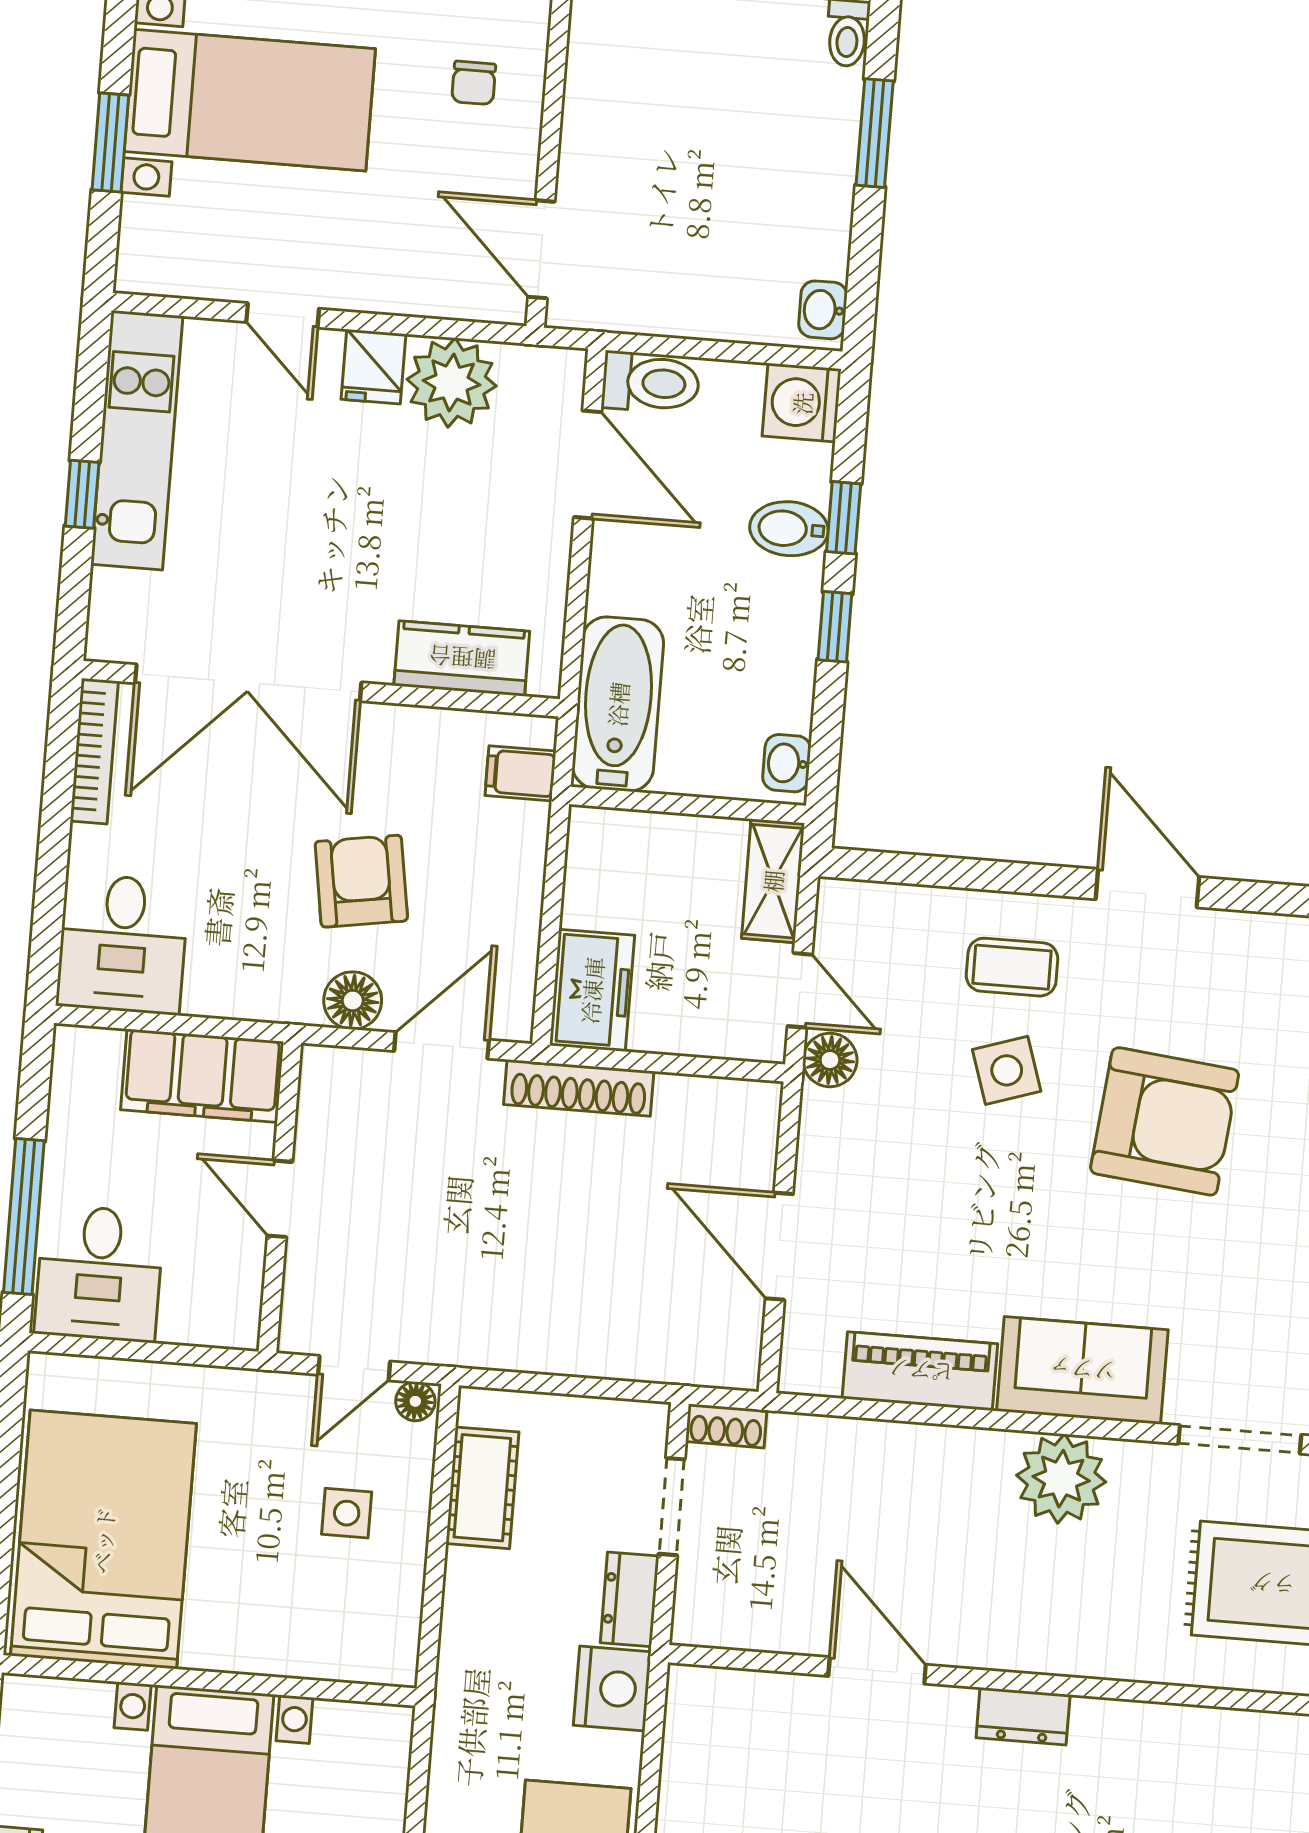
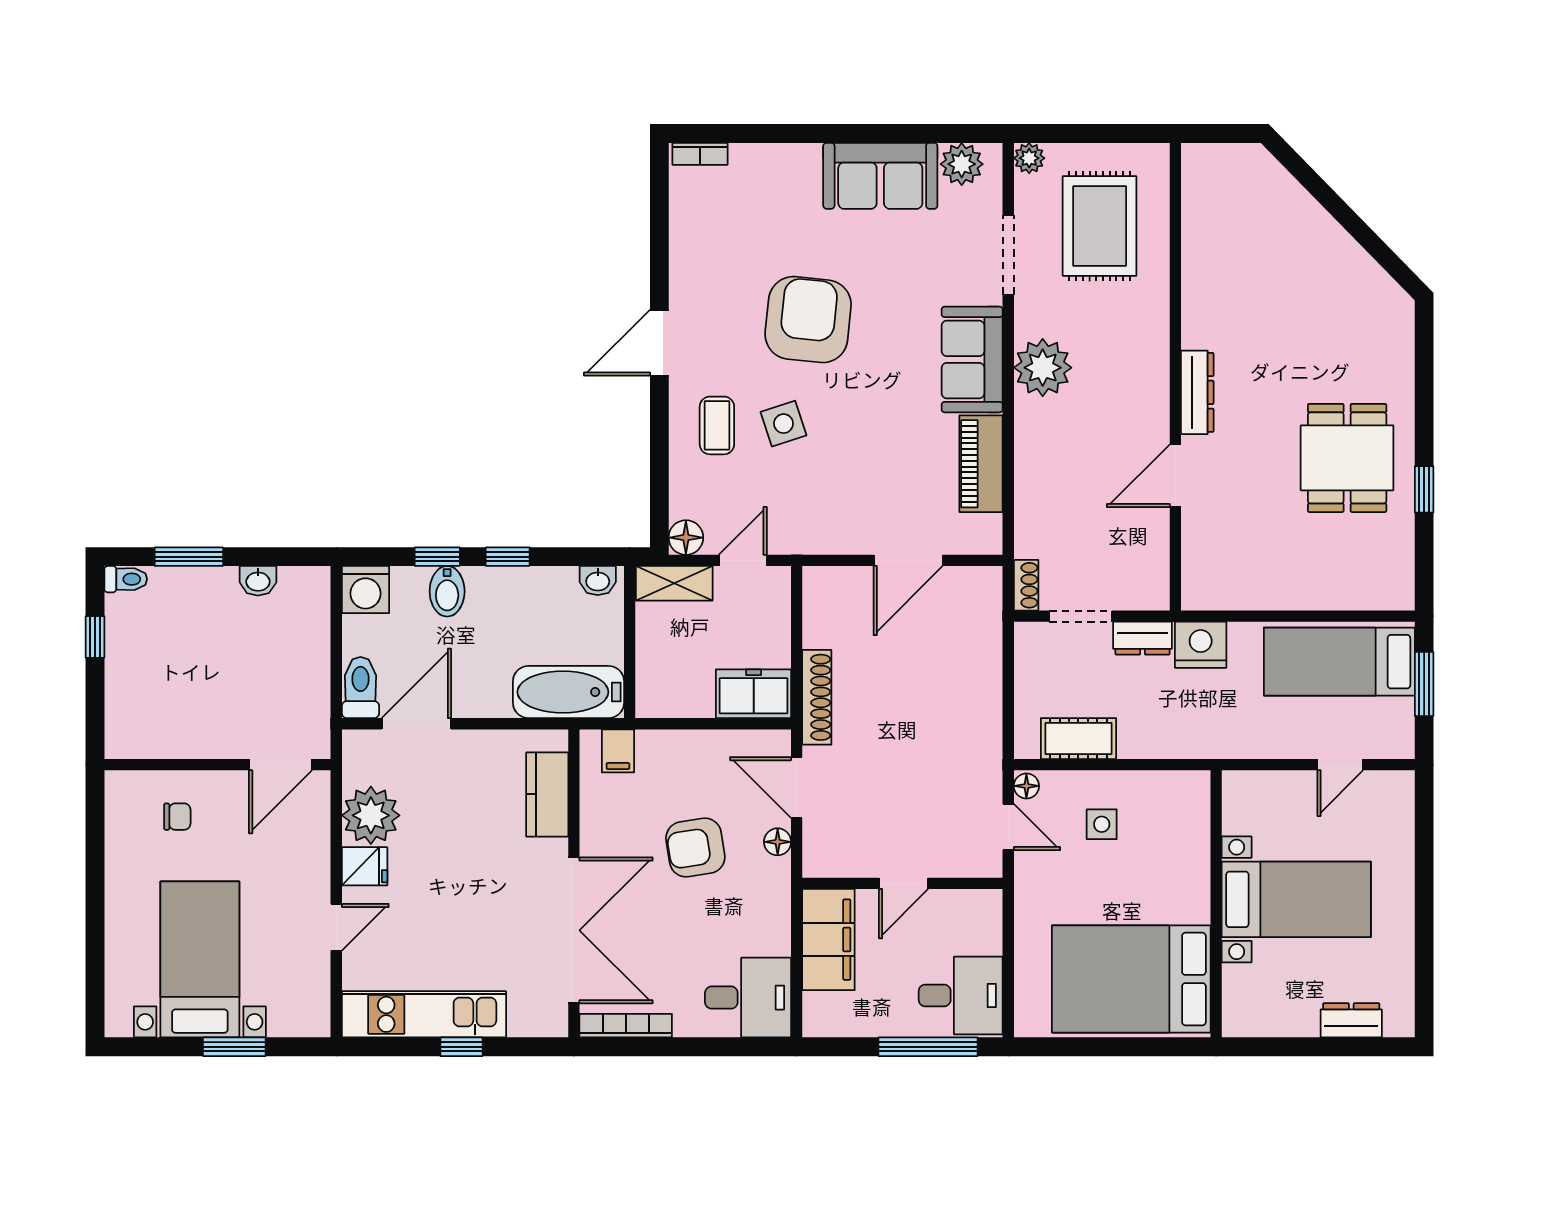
washbasin: (823, 310) -> (258, 581), moved
floor lamp: (353, 1001) -> (778, 842), width x0.73, depth x0.73
floor lamp: (830, 1060) -> (686, 538), moved
dresser: (1023, 1716) -> (1197, 392), width x1.44

